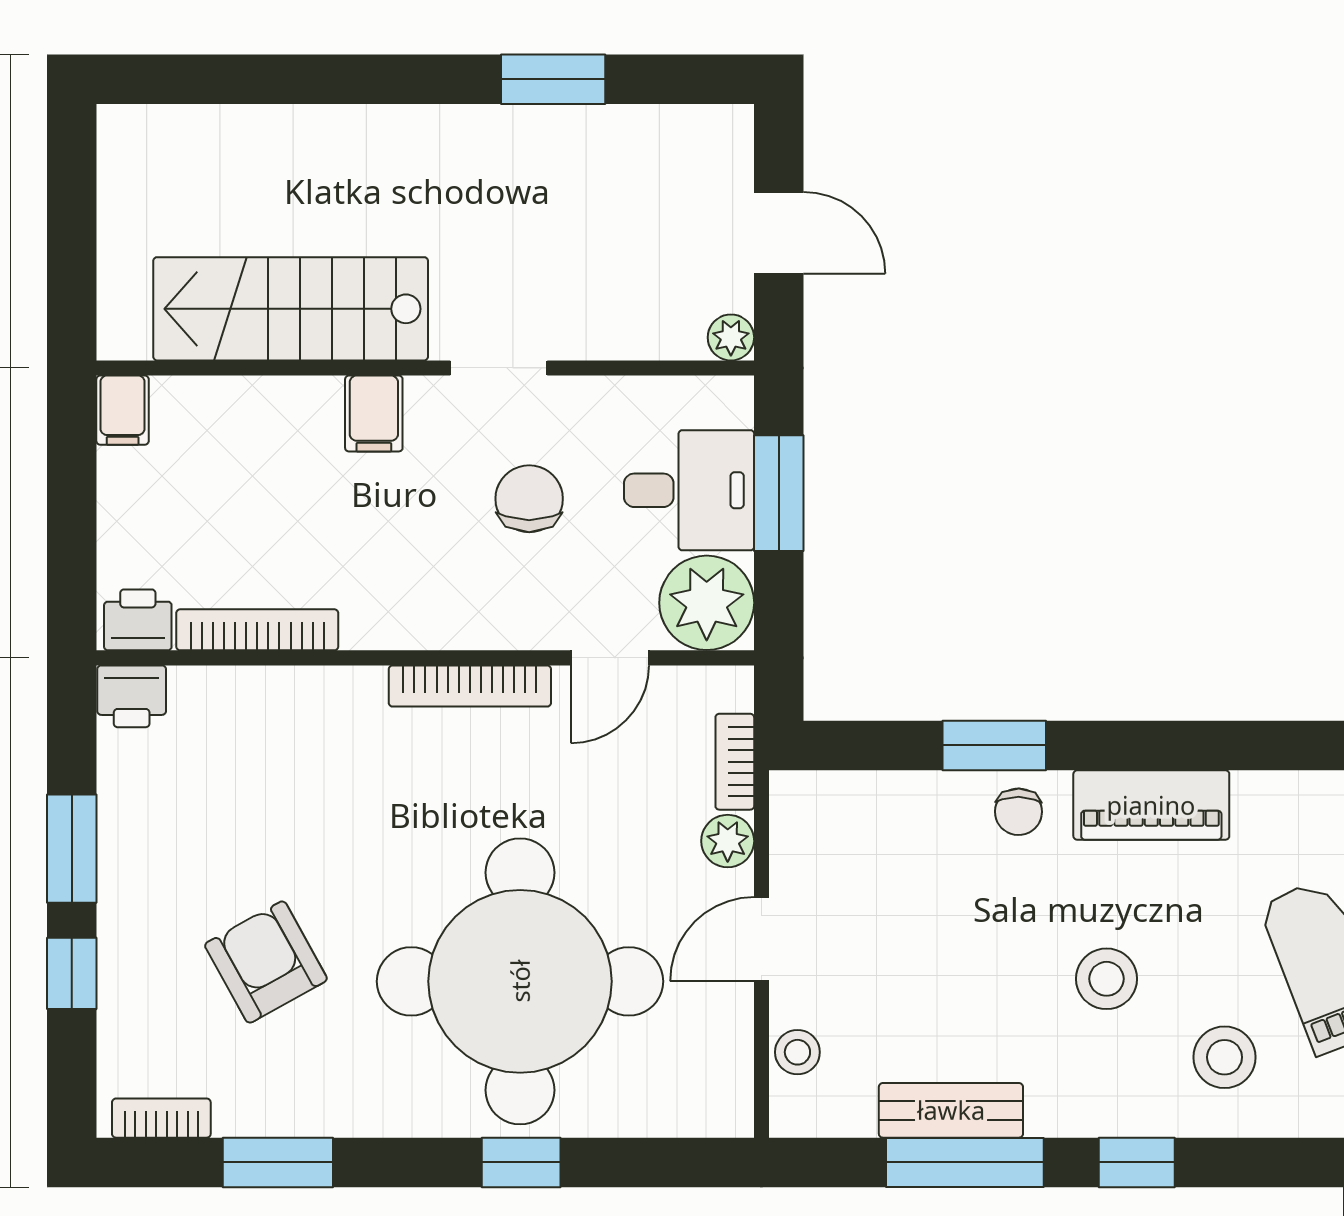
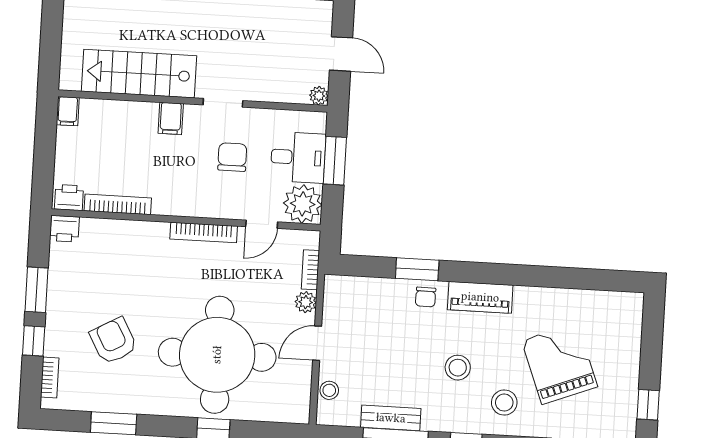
bookcase: (161, 1118) -> (50, 377), moved, turned 90

